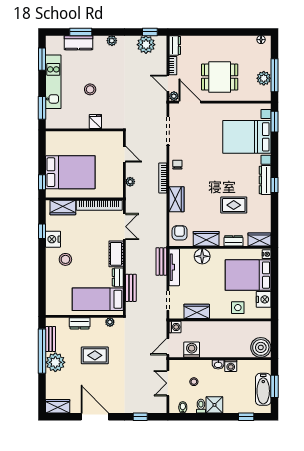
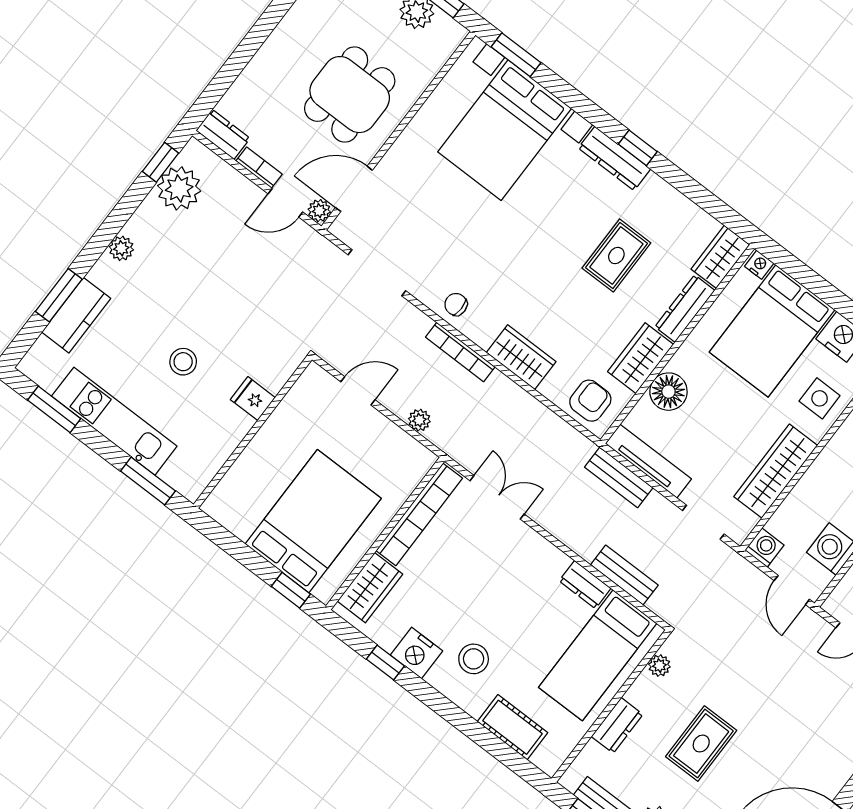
armchair: (180, 233) -> (590, 401), turned 90
dresser: (233, 241) -> (685, 309), width x1.44
cot: (116, 254) -> (513, 727), moved
wardrobe: (197, 311) -> (776, 471), width x1.50

